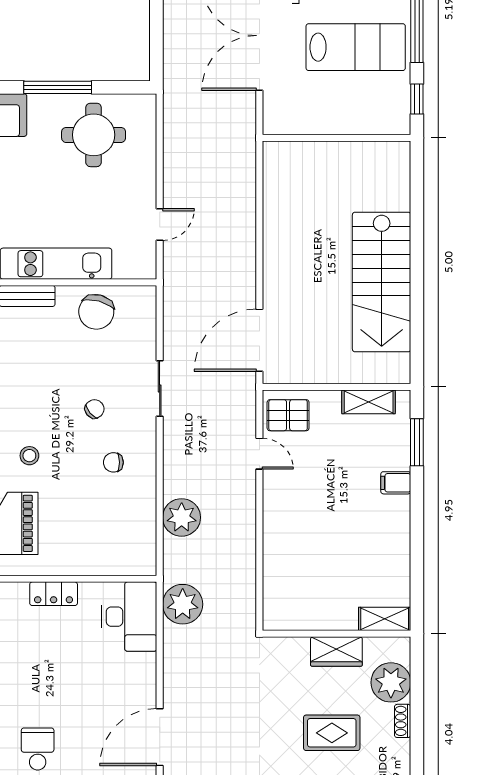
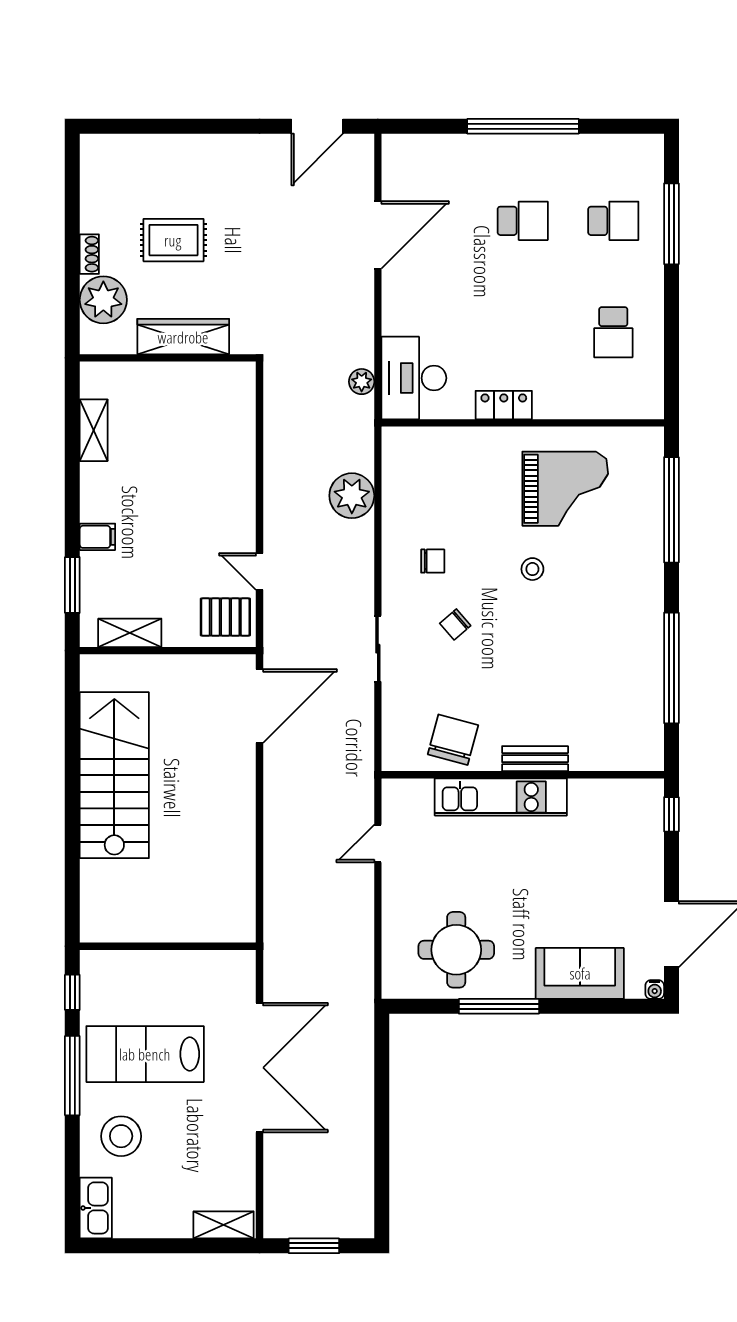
plant: (183, 604) -> (362, 382), width x0.53, depth x0.53
shelving: (385, 619) -> (94, 430), moved, turned 90
wardrobe: (336, 651) -> (183, 337), width x1.50
school desk: (38, 749) -> (523, 221), turned -90

